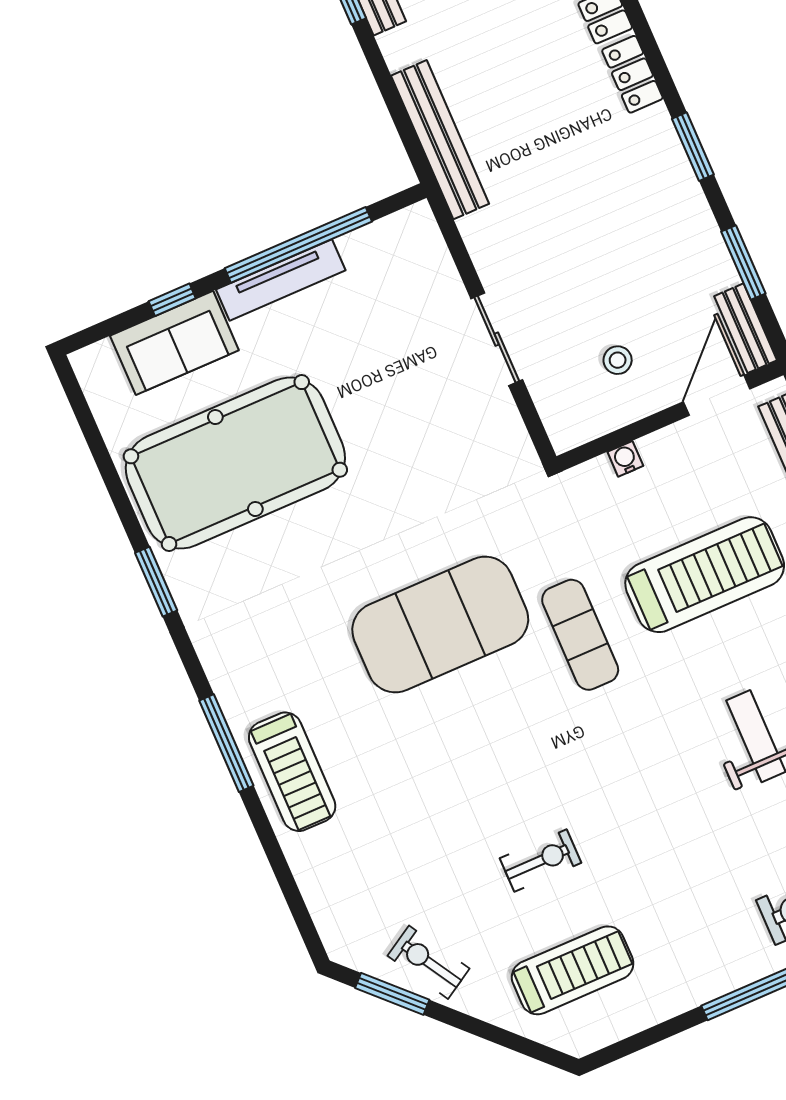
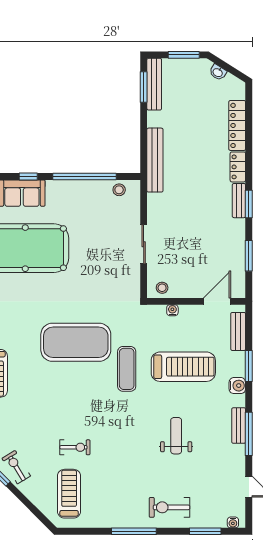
stool: (389, 241) -> (119, 190), added
tv unit: (281, 280) -> (72, 187), removed
bench: (746, 328) -> (239, 201), moved
stool: (618, 360) -> (162, 288), moved
treadmill: (573, 970) -> (69, 494), turned -90

